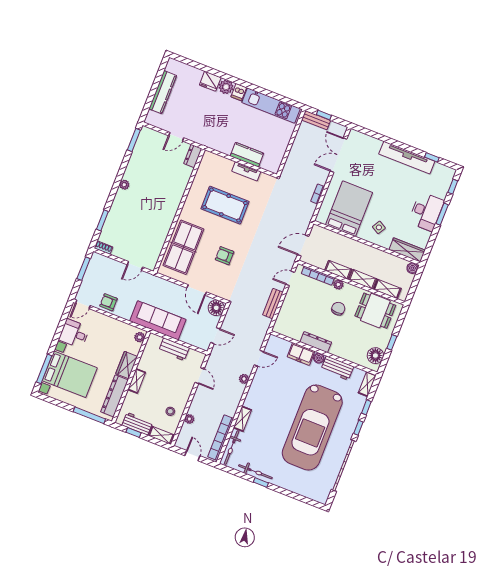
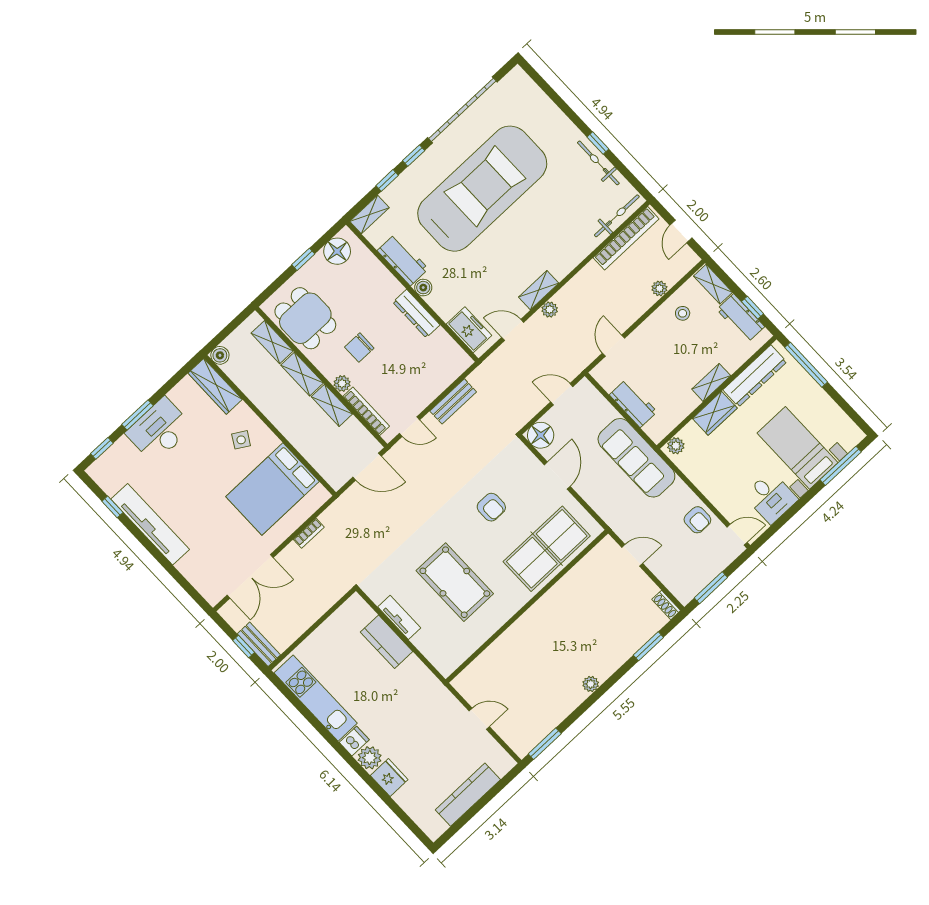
dresser: (193, 156) -> (468, 678), removed
freezer: (301, 354) -> (469, 330), moved
bed with nightstands: (70, 374) -> (798, 448), width x0.73
shelving: (242, 419) -> (539, 290), moved

